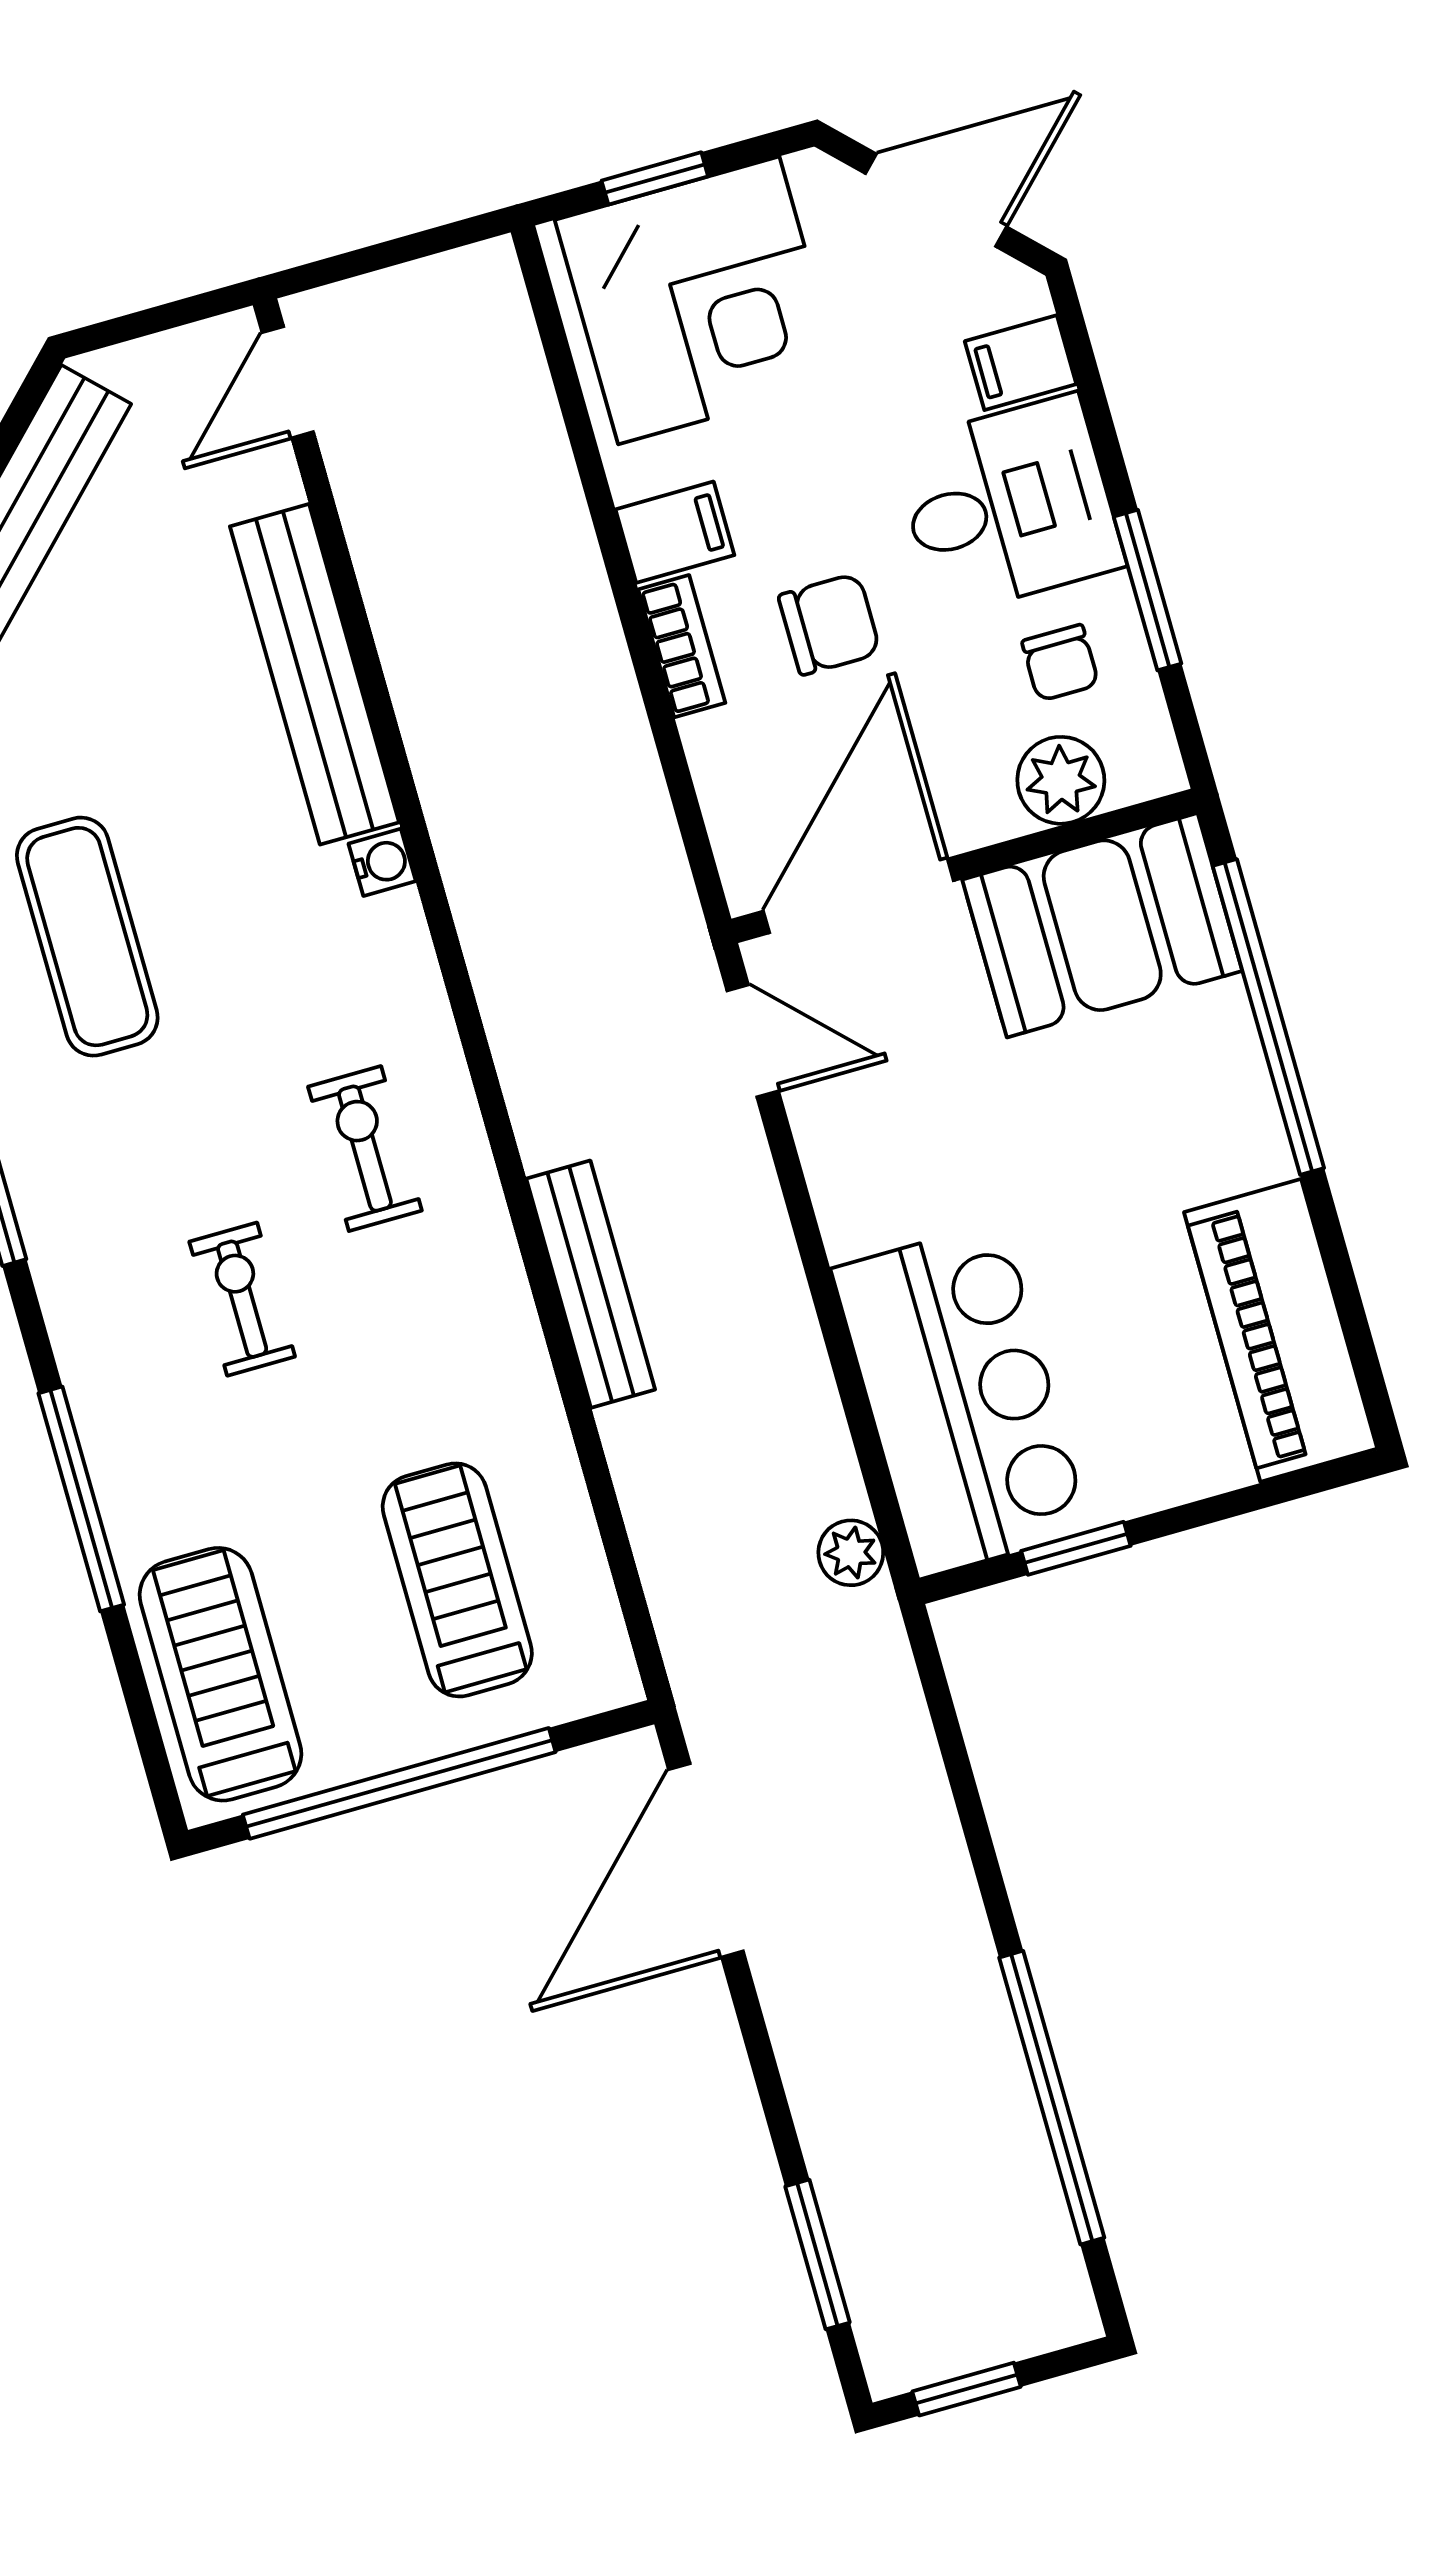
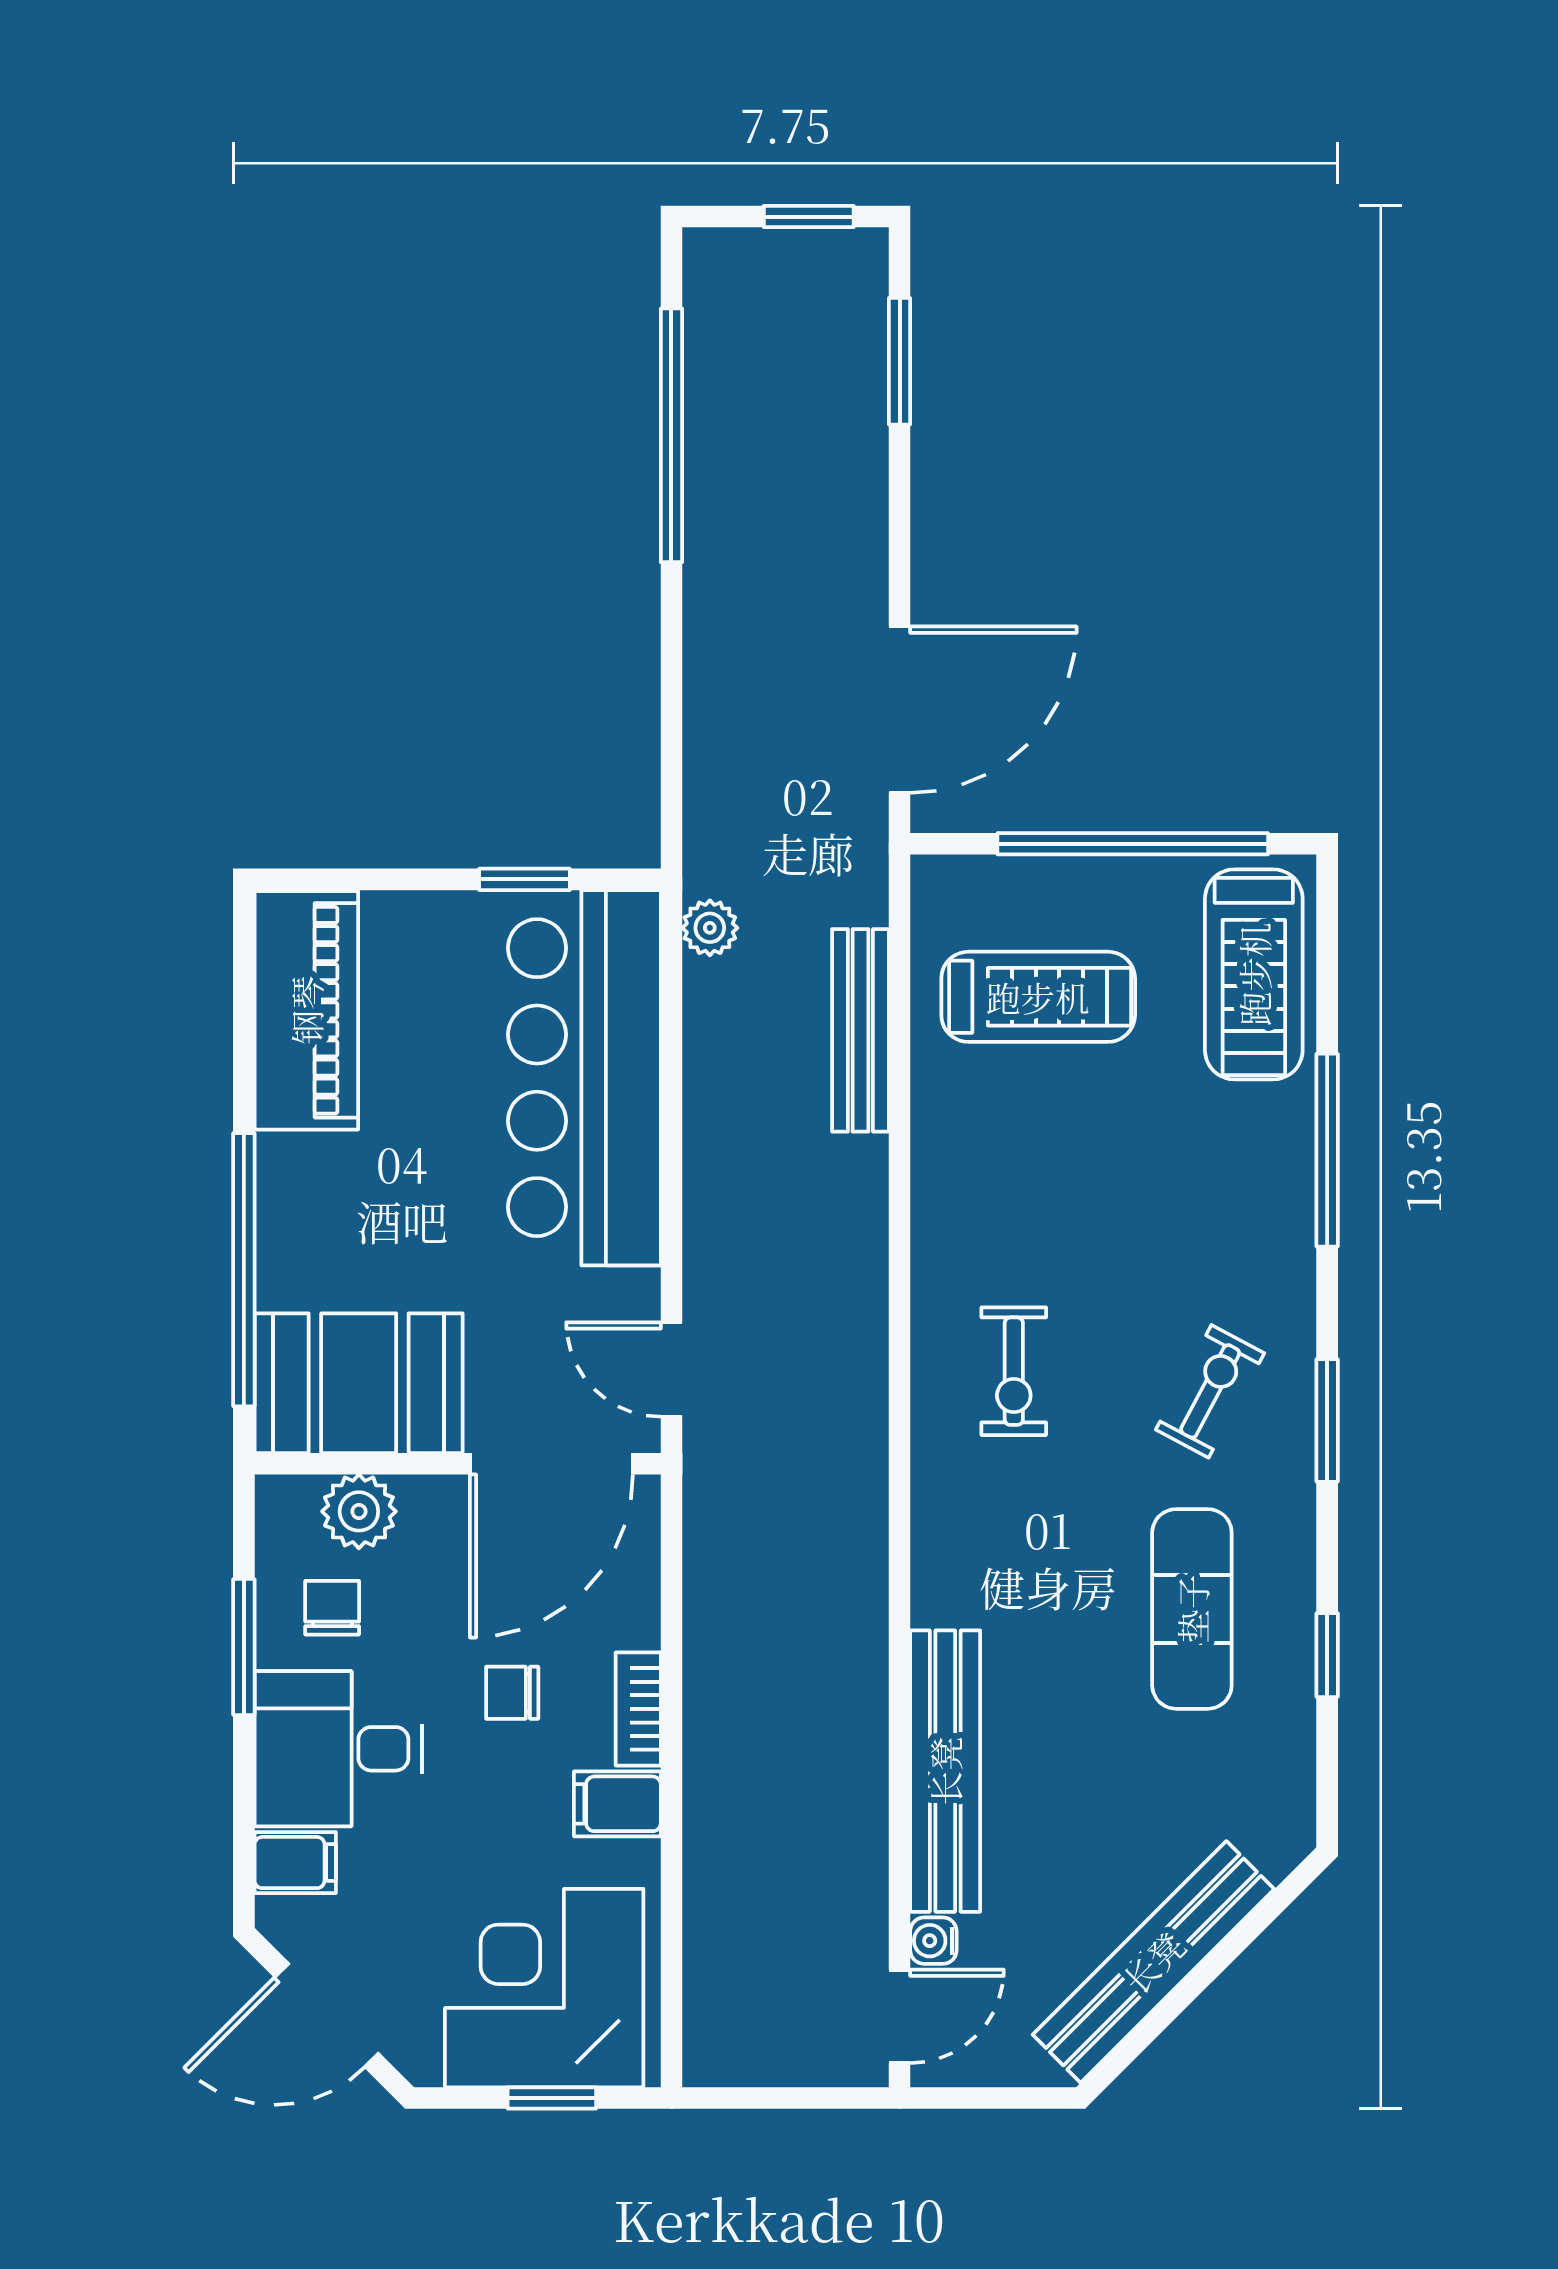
chair: (829, 624) -> (512, 1693), width x0.73, depth x0.73
water cooler: (382, 862) -> (933, 1941), moved
bench: (591, 1284) -> (860, 1030), moved
exercise bike: (242, 1299) -> (1210, 1391), moved, turned -152
bar counter: (961, 1400) -> (584, 1078), width x1.36
treadmill: (457, 1580) -> (1038, 997), turned -90

